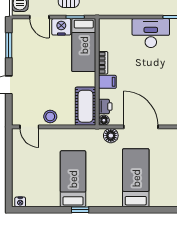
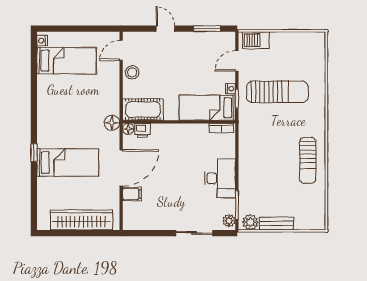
nightstand: (61, 27) -> (230, 89), width x0.53, depth x0.56
bookcase: (103, 63) -> (221, 128), moved
filing cabinet: (107, 82) -> (132, 194), moved, turned -90
floor lamp: (111, 136) -> (112, 123), moved
bed: (73, 179) -> (67, 61), moved
window: (80, 210) -> (34, 152), moved

